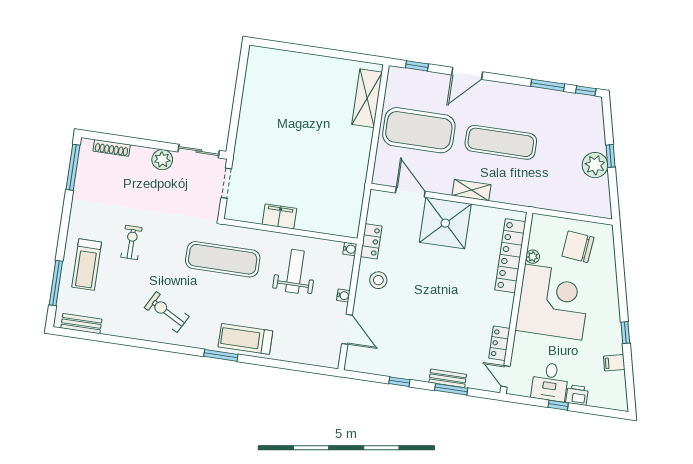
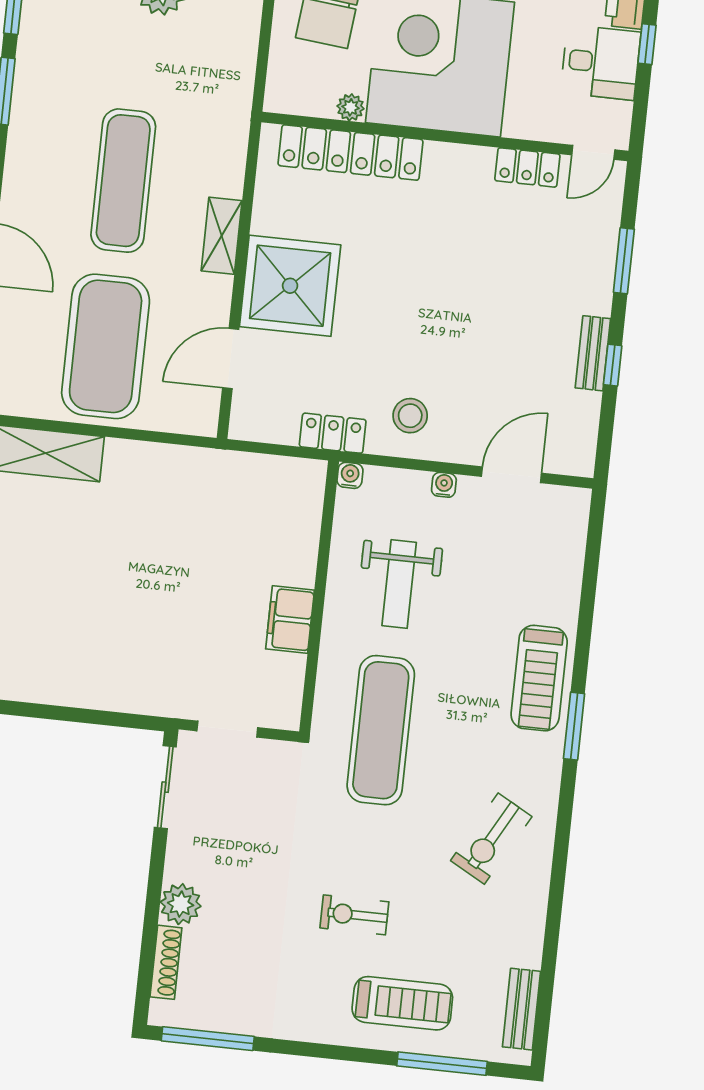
plant: (162, 160) -> (181, 904), moved
weight bench: (295, 271) -> (399, 584), turned -90
bench: (448, 378) -> (593, 353), moved

